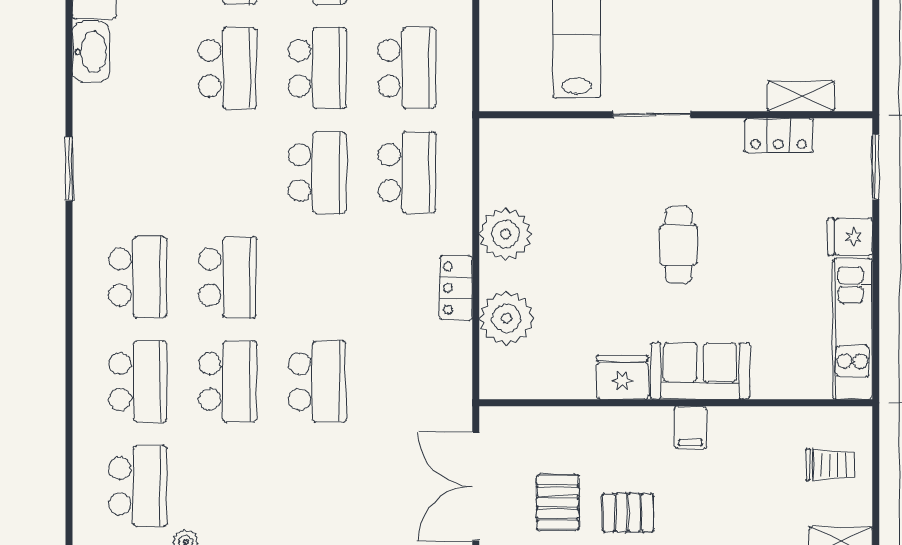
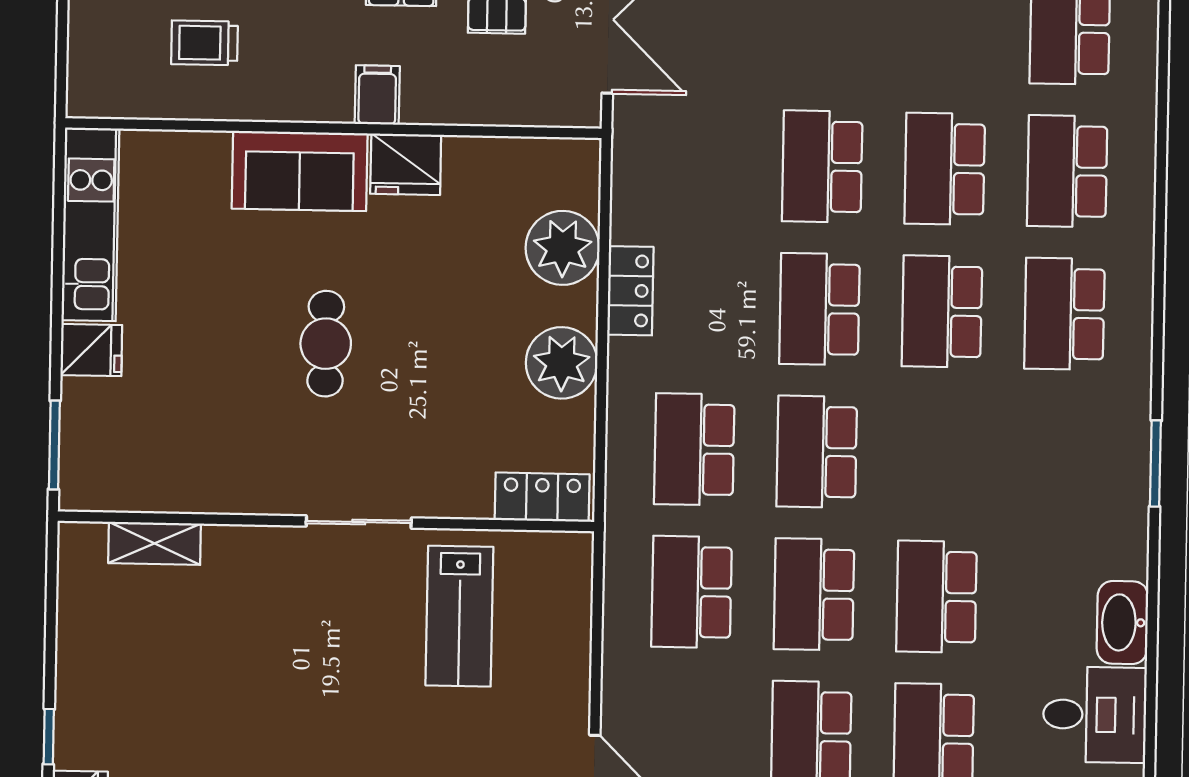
locker: (779, 135) -> (542, 497), moved
school desk: (317, 277) -> (819, 309), added
filing cabinet: (690, 428) -> (377, 95), moved
trolley: (830, 465) -> (204, 43), moved

